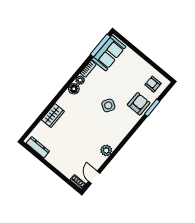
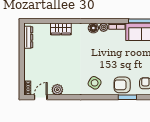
armchair: (139, 104) -> (122, 85), turned 180
side table: (108, 105) -> (95, 83), moved
plant: (106, 150) -> (57, 90), moved

